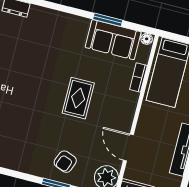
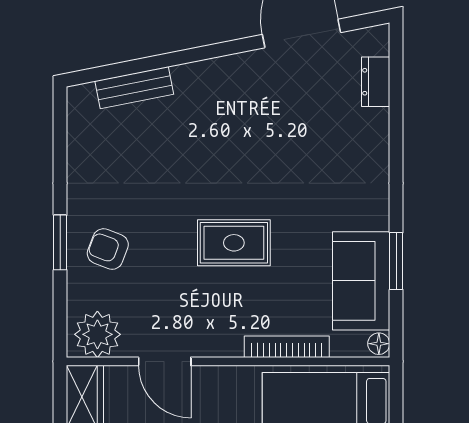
bookcase: (138, 77) -> (287, 347), width x1.56
door: (128, 148) -> (165, 361), swing flipped

